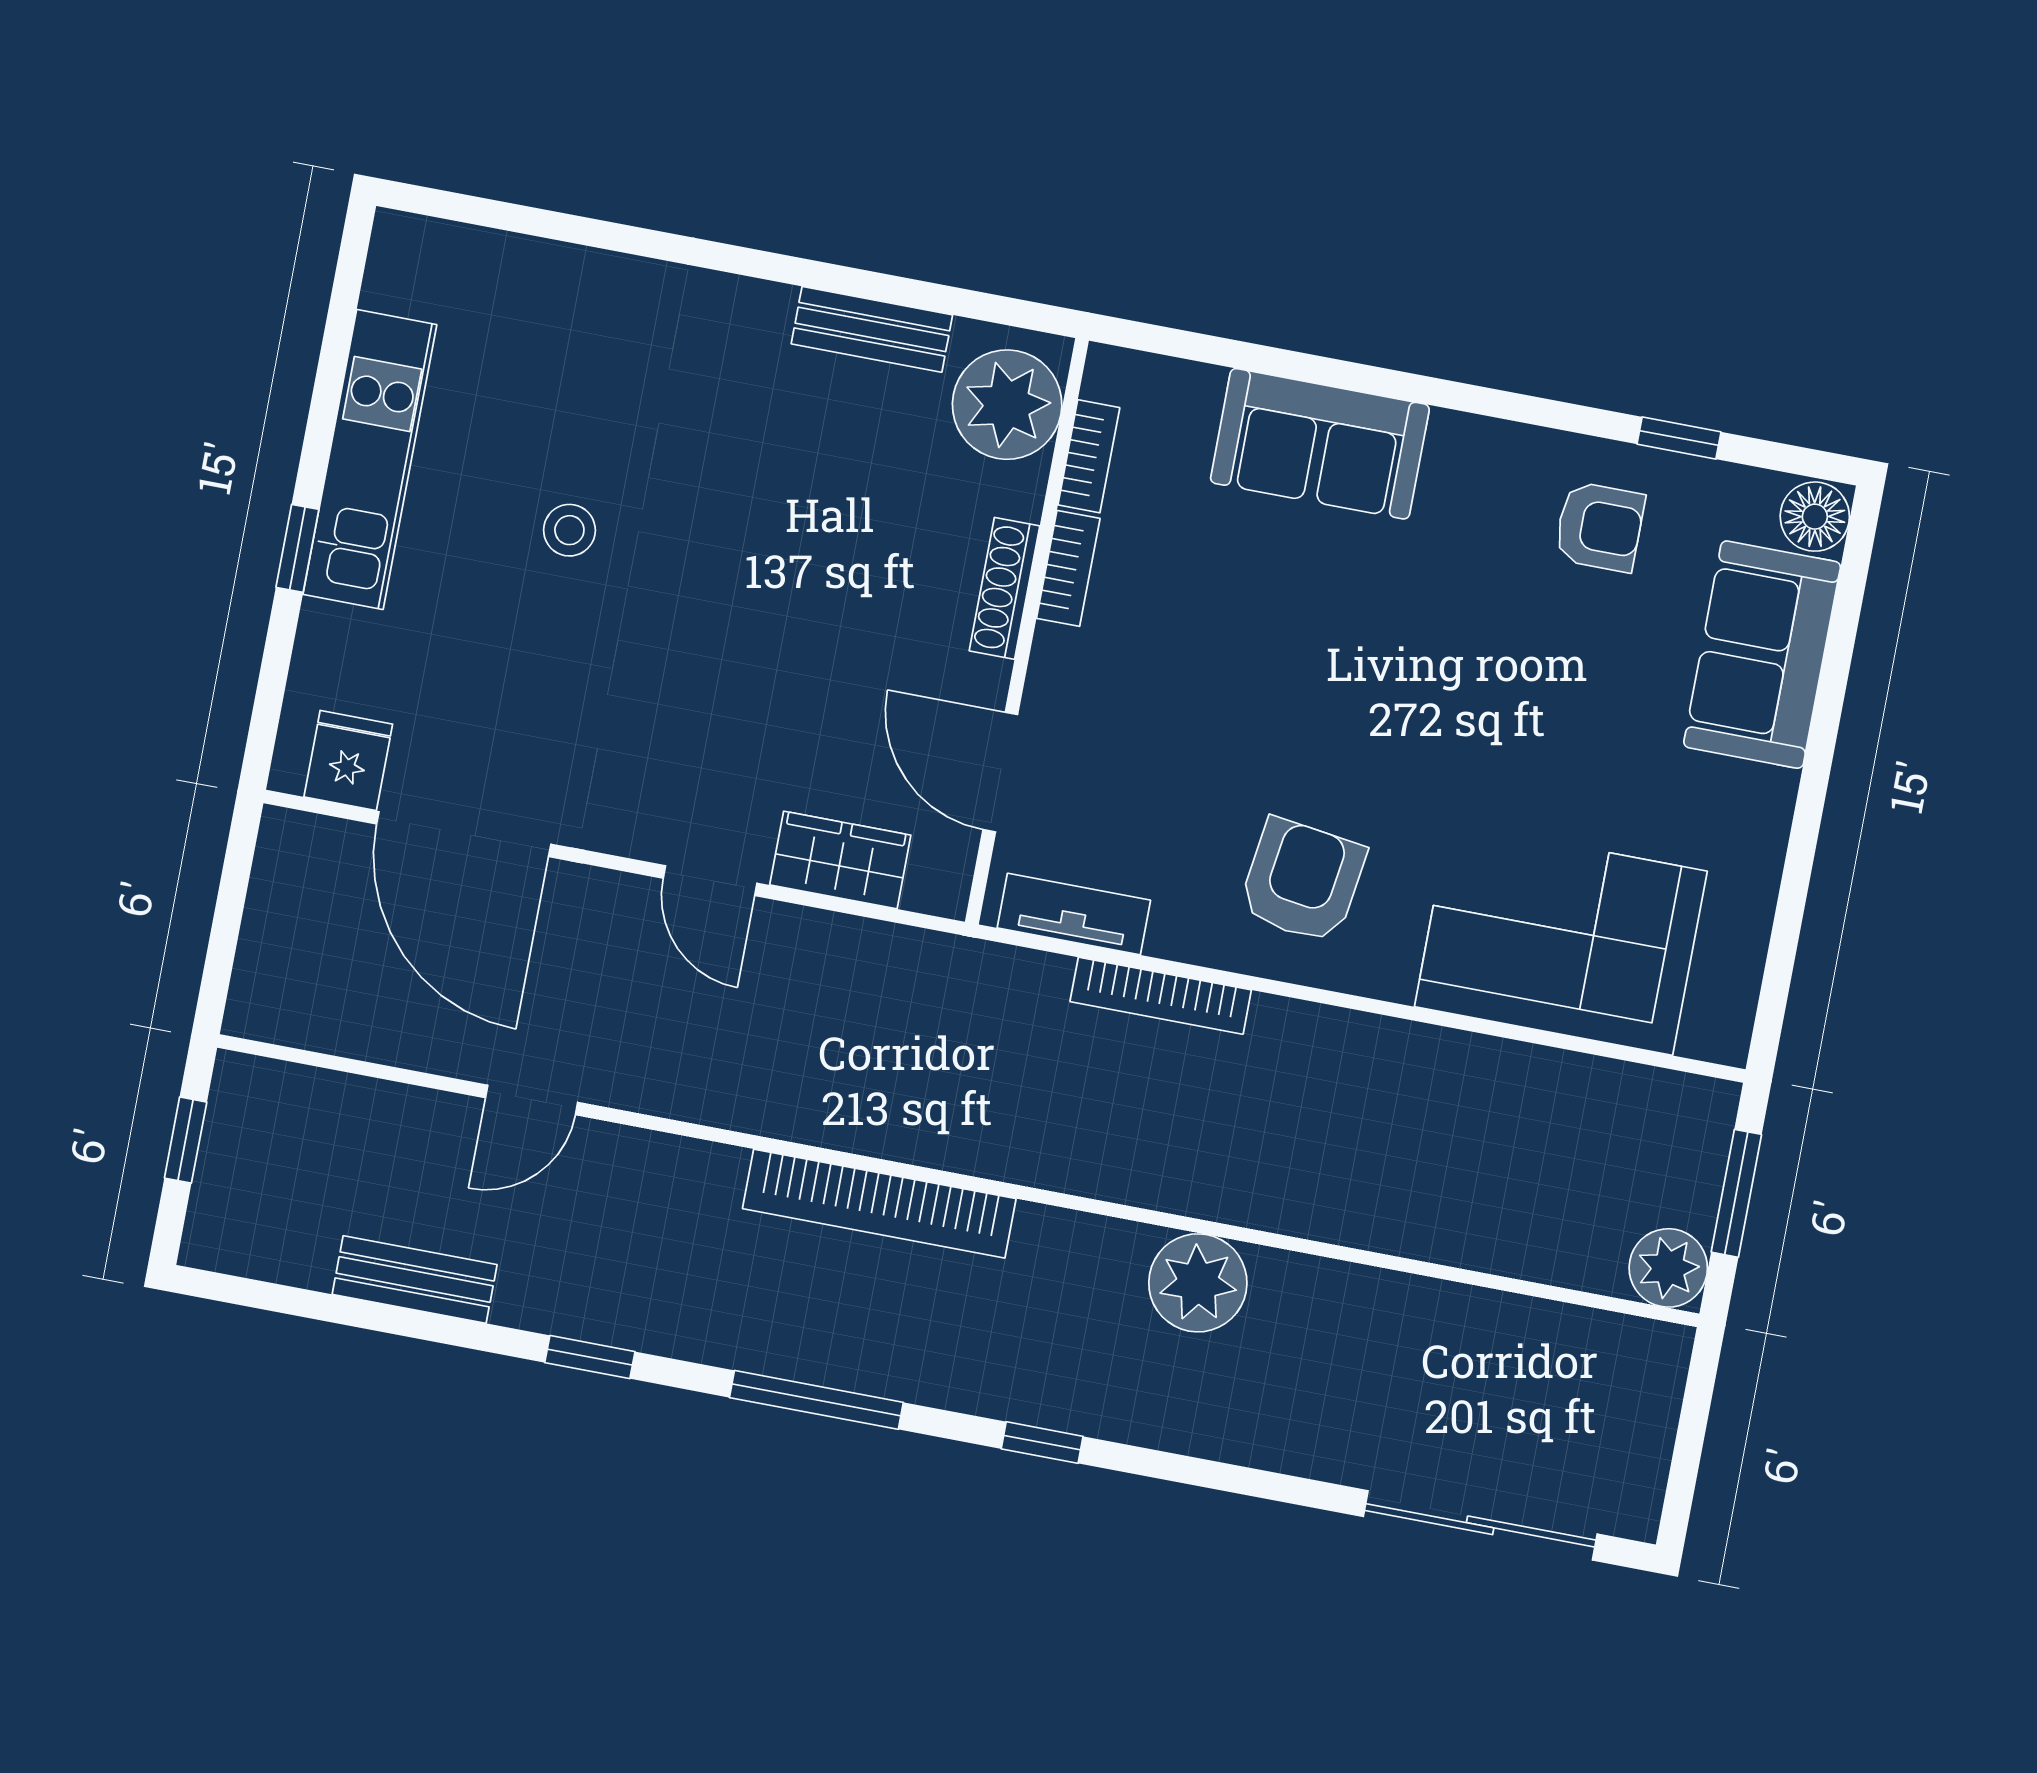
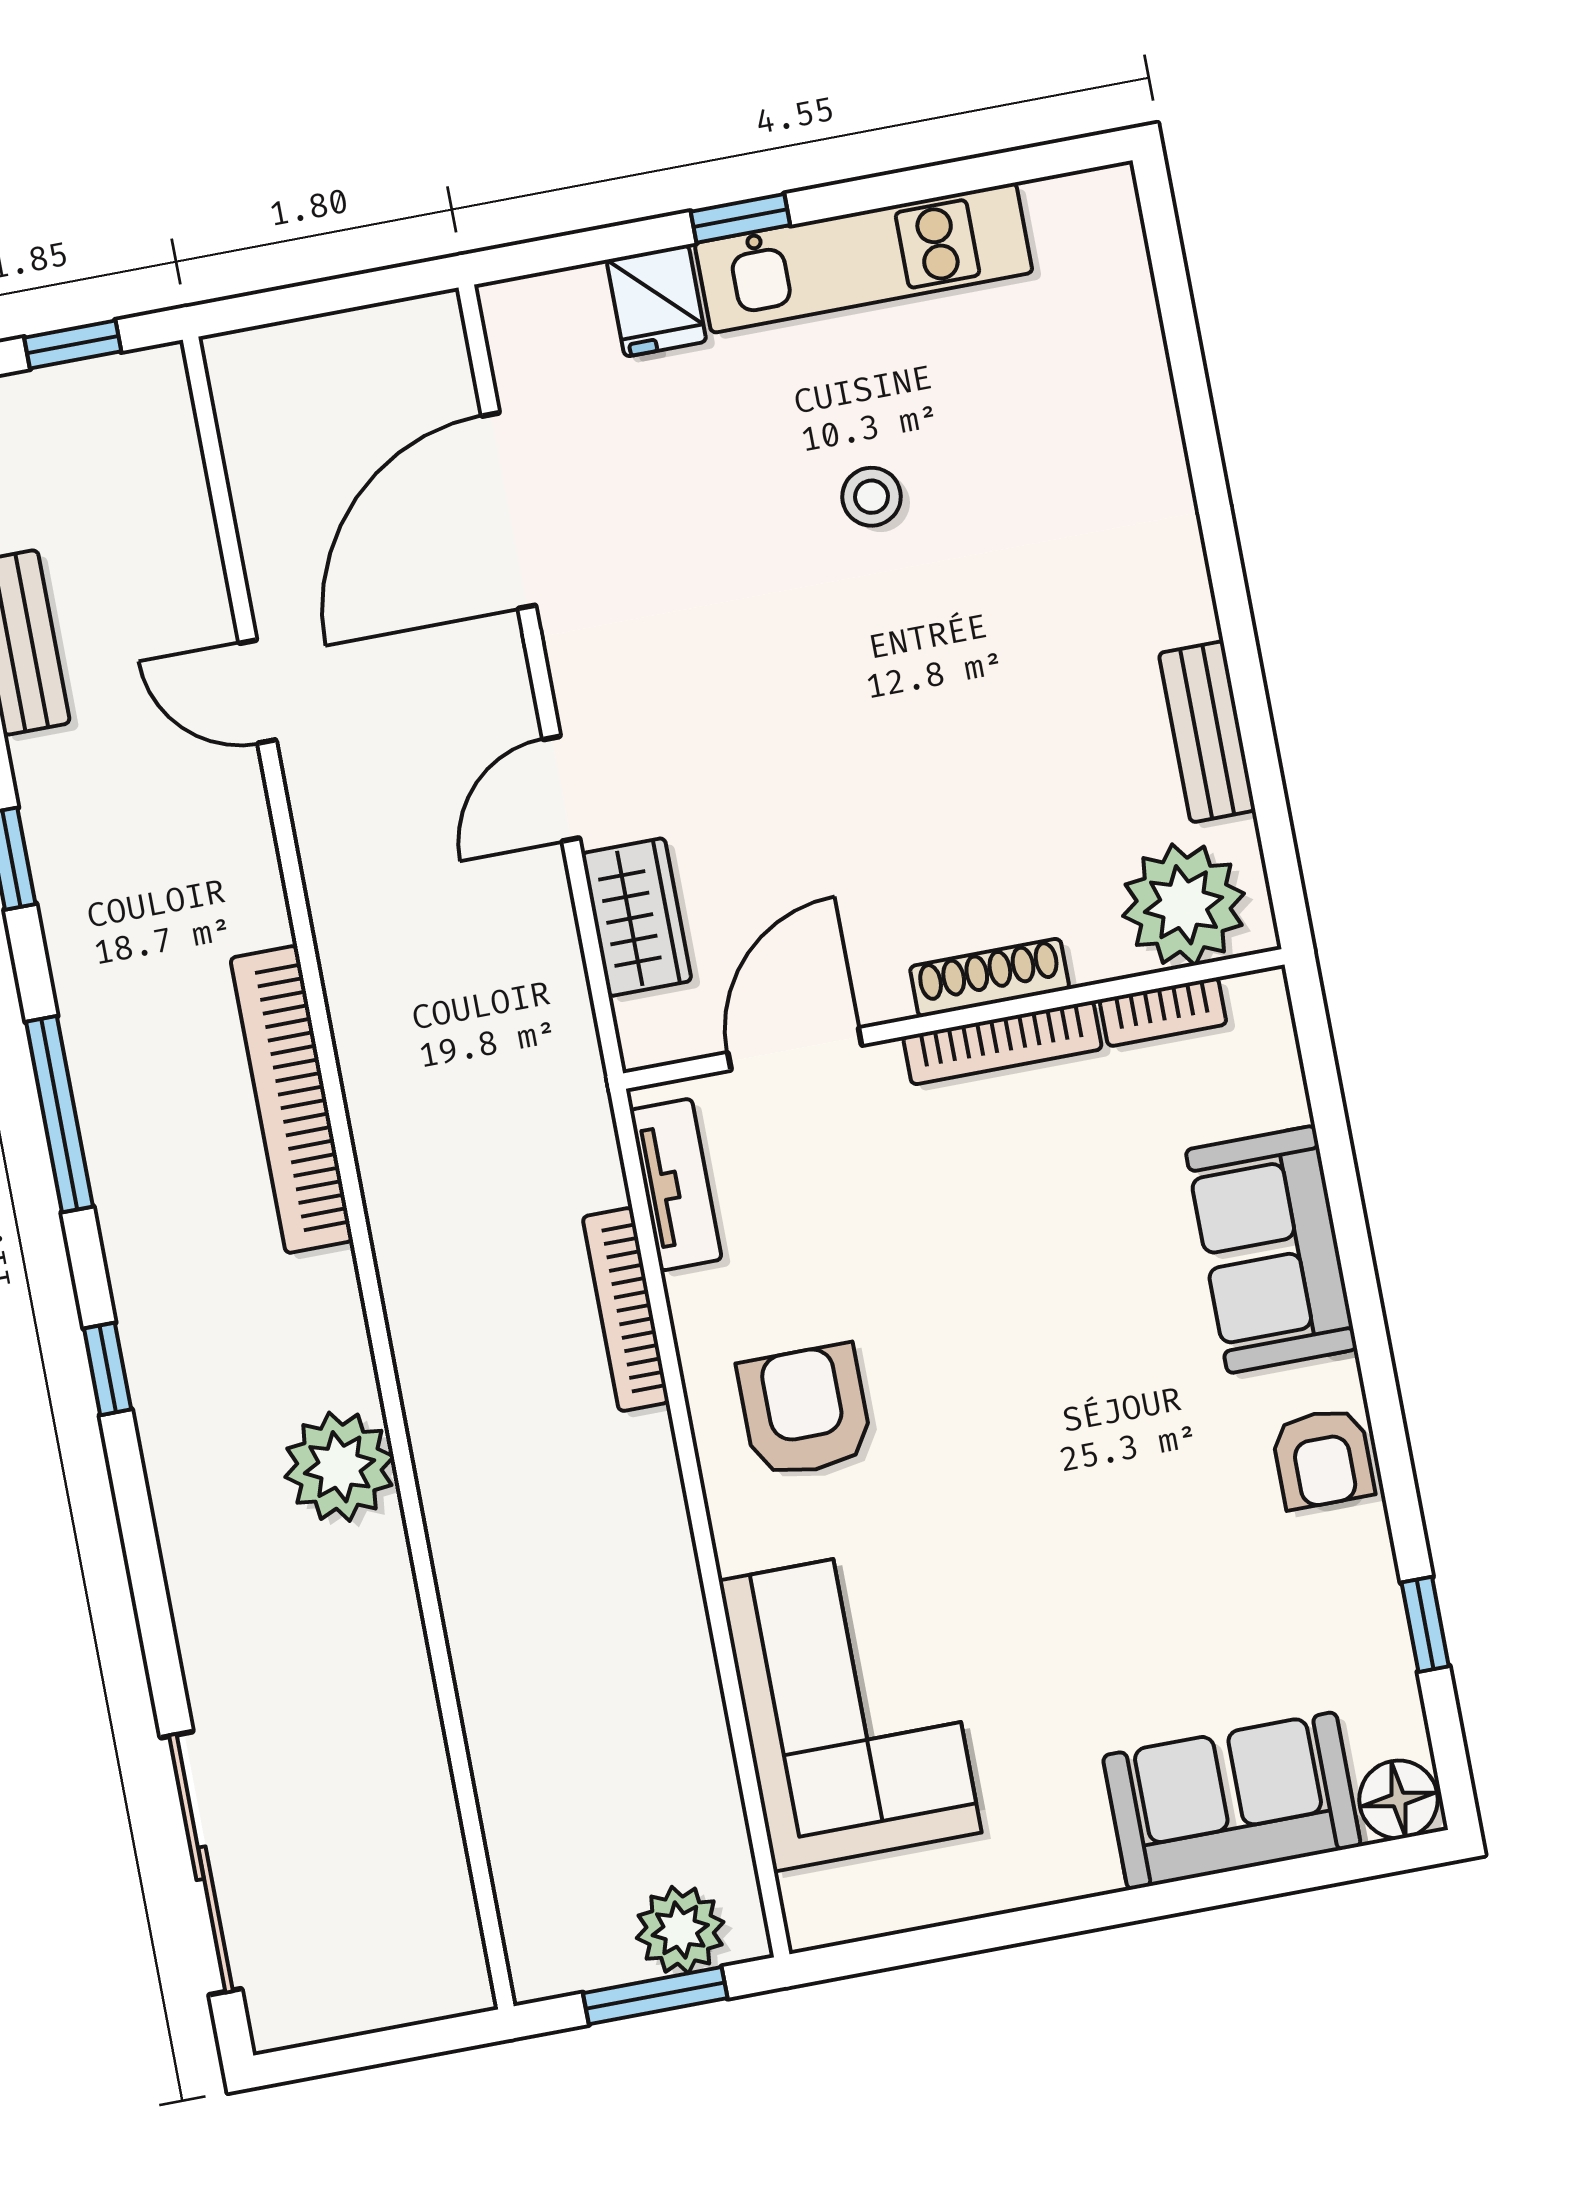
armchair: (1599, 527) -> (1323, 1458), moved
bookcase: (1068, 568) -> (1002, 1043), width x1.56
fridge: (348, 760) -> (656, 301), moved, turned 90
armchair: (1302, 881) -> (805, 1411), turned -98
plant: (1668, 1268) -> (680, 1930), moved

